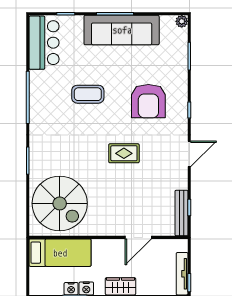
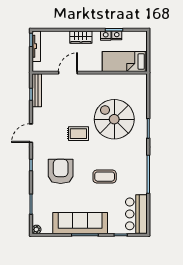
spiral stairs: (60, 203) -> (114, 119), moved

